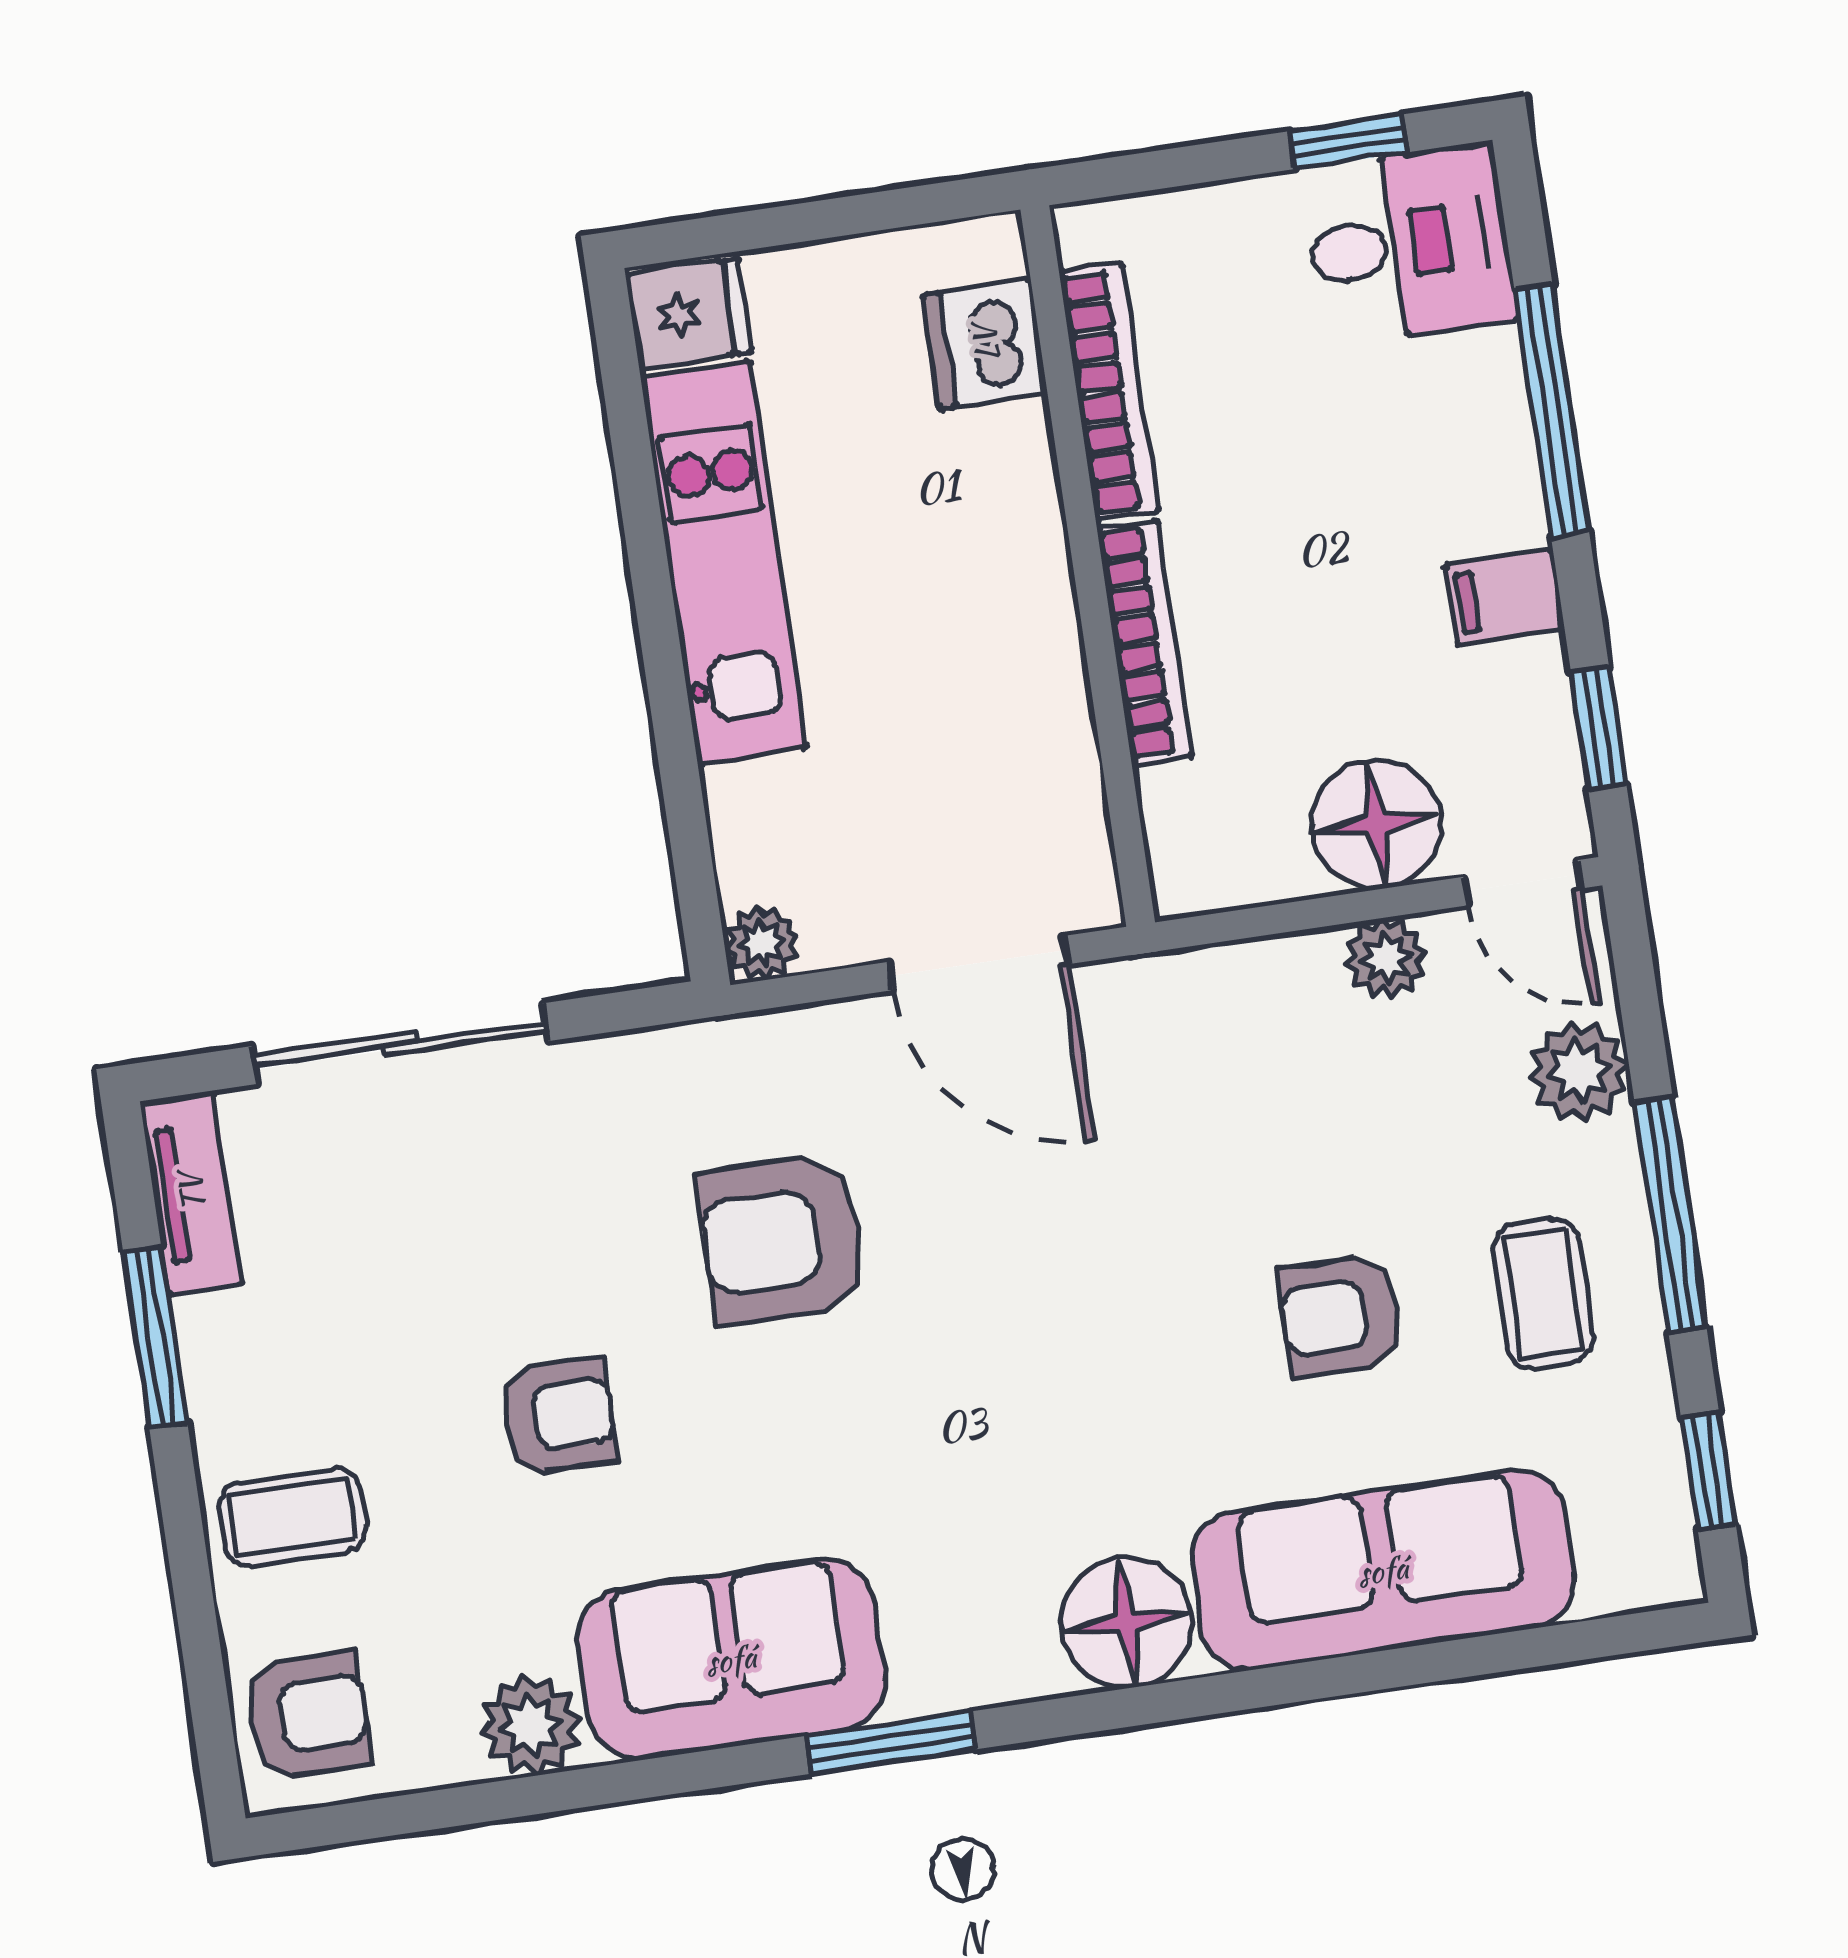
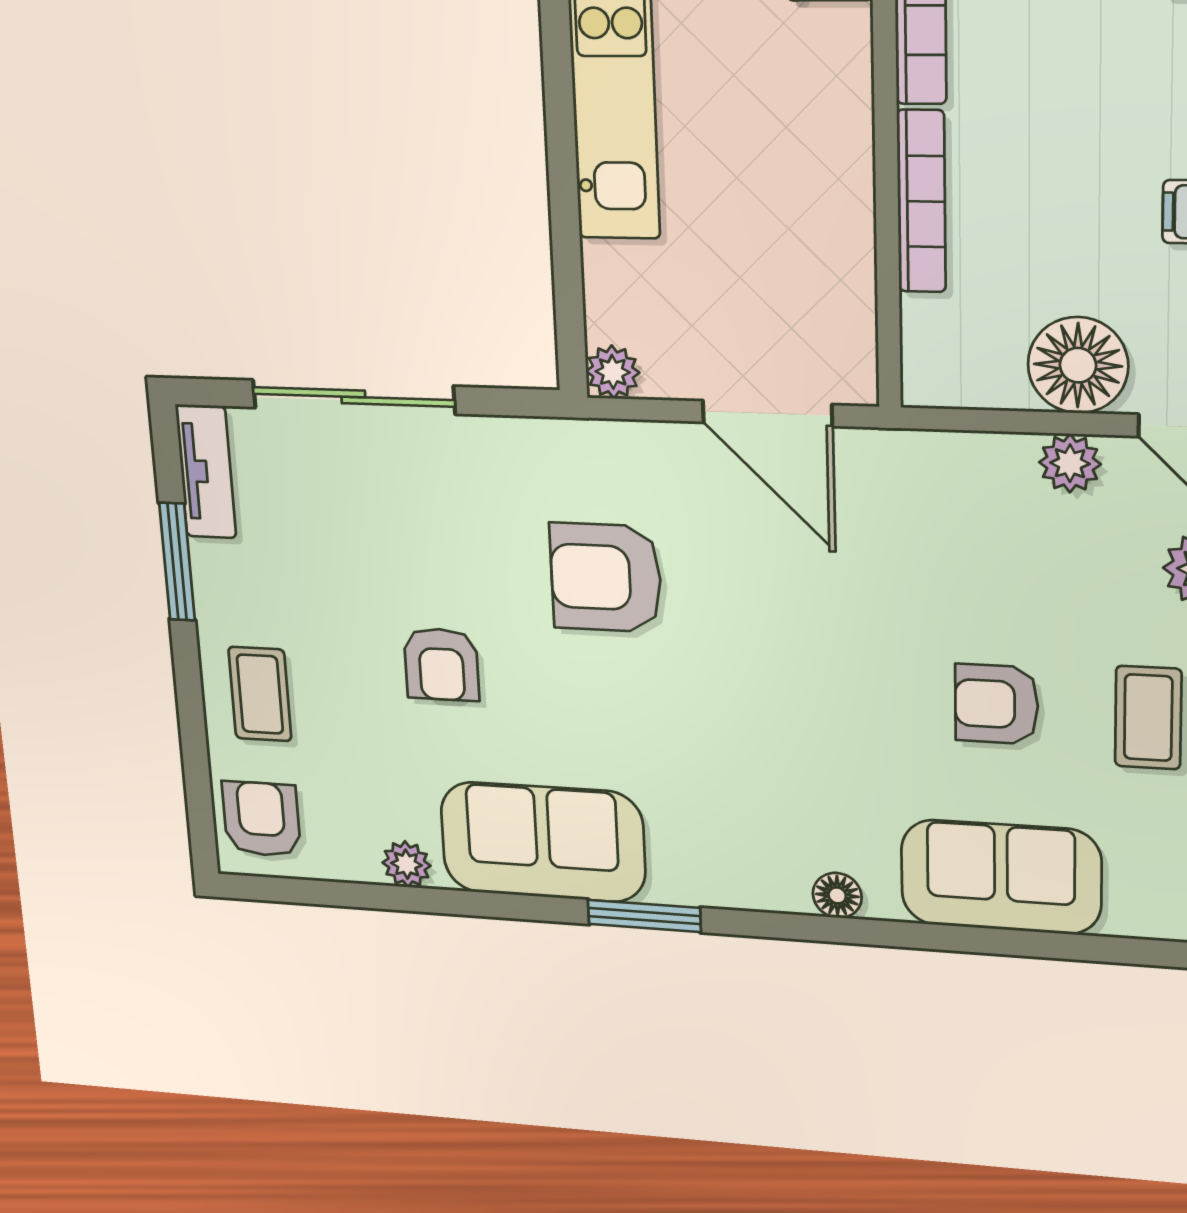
armchair: (559, 1416) -> (441, 664), turned 90
coffee table: (292, 1517) -> (260, 694), turned 90
sofa: (1383, 1570) -> (1001, 877), width x0.73
floor lamp: (1127, 1622) -> (837, 895), width x0.53, depth x0.53
armchair: (307, 1715) -> (261, 819), turned -90
plant: (530, 1725) -> (407, 864), width x0.73, depth x0.73

